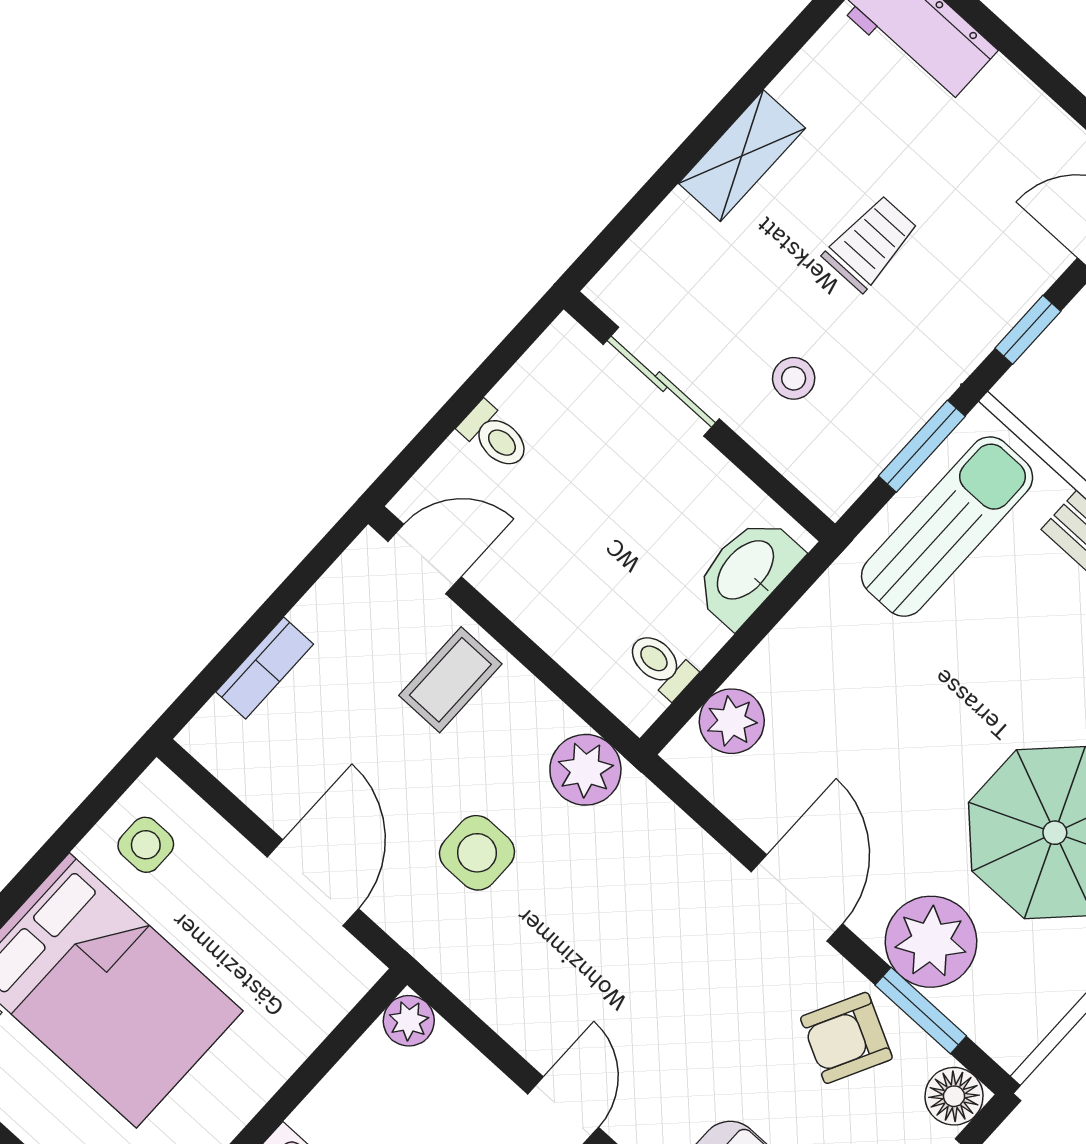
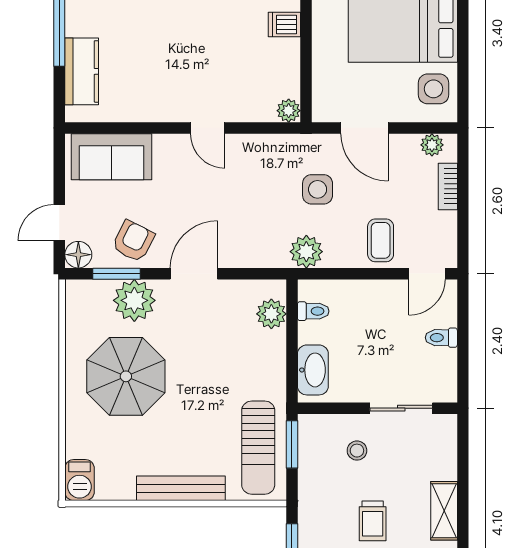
window: (922, 446) -> (292, 444), moved
plant: (229, 758) -> (432, 145), added
side table: (146, 845) -> (433, 89), width x1.37, depth x1.37
door: (797, 898) -> (194, 274), swing flipped

